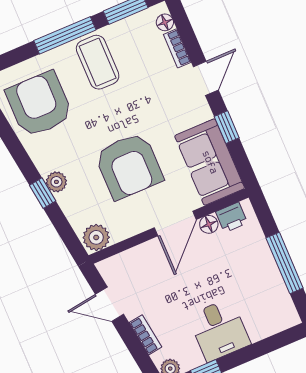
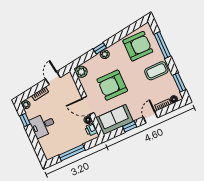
window: (65, 35) -> (162, 45), moved
door: (206, 78) -> (150, 117), swing flipped

